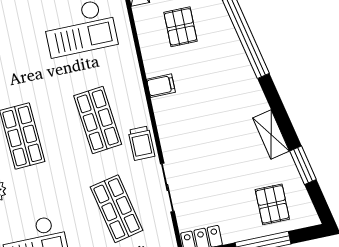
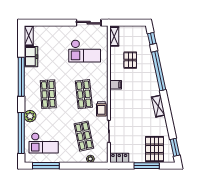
shelving: (271, 134) -> (158, 106), moved
window: (303, 165) -> (175, 147), moved
pallet: (272, 204) -> (155, 149), width x1.50, depth x1.42

